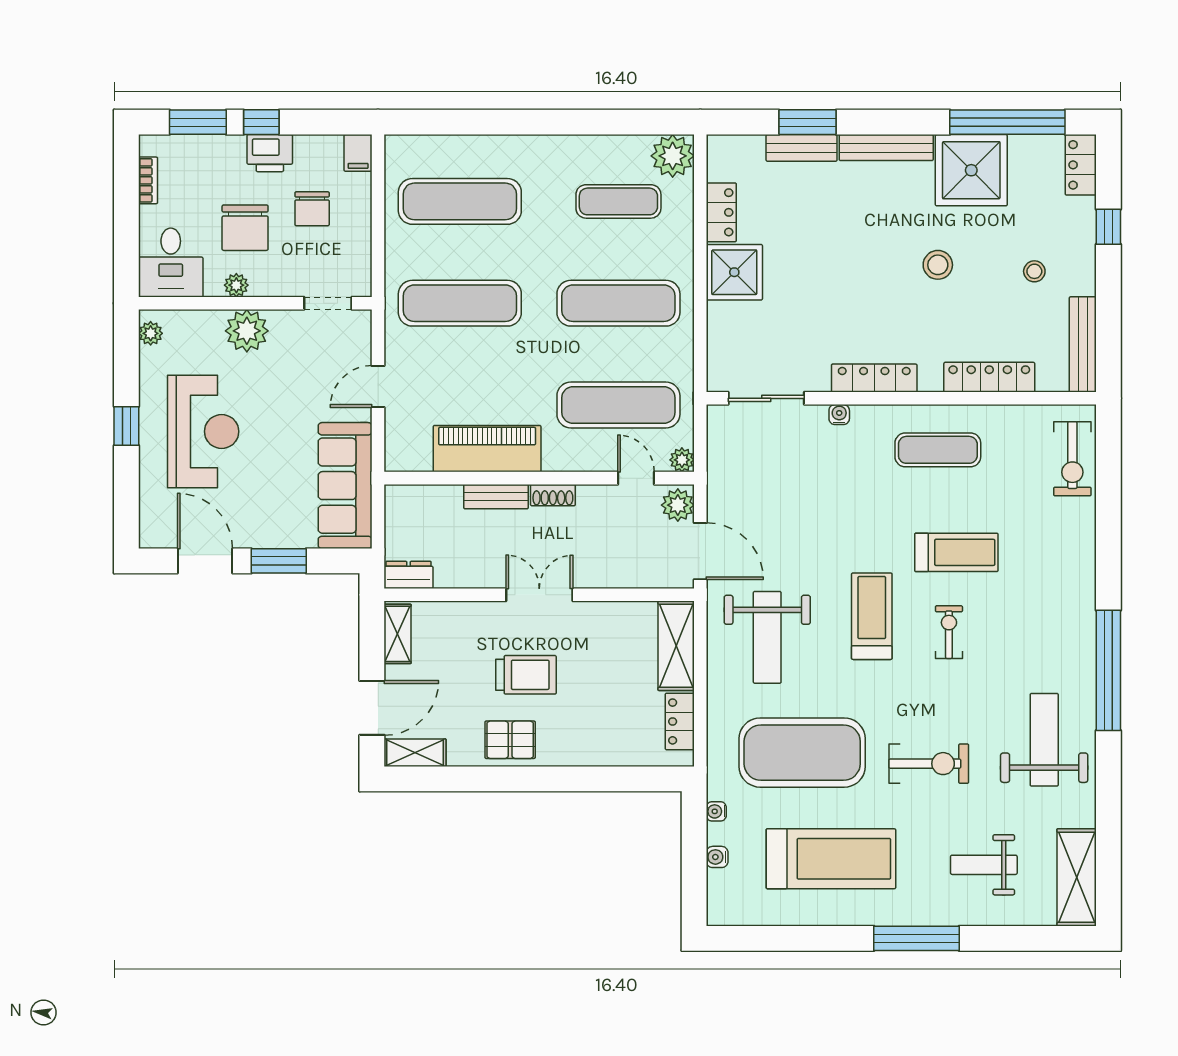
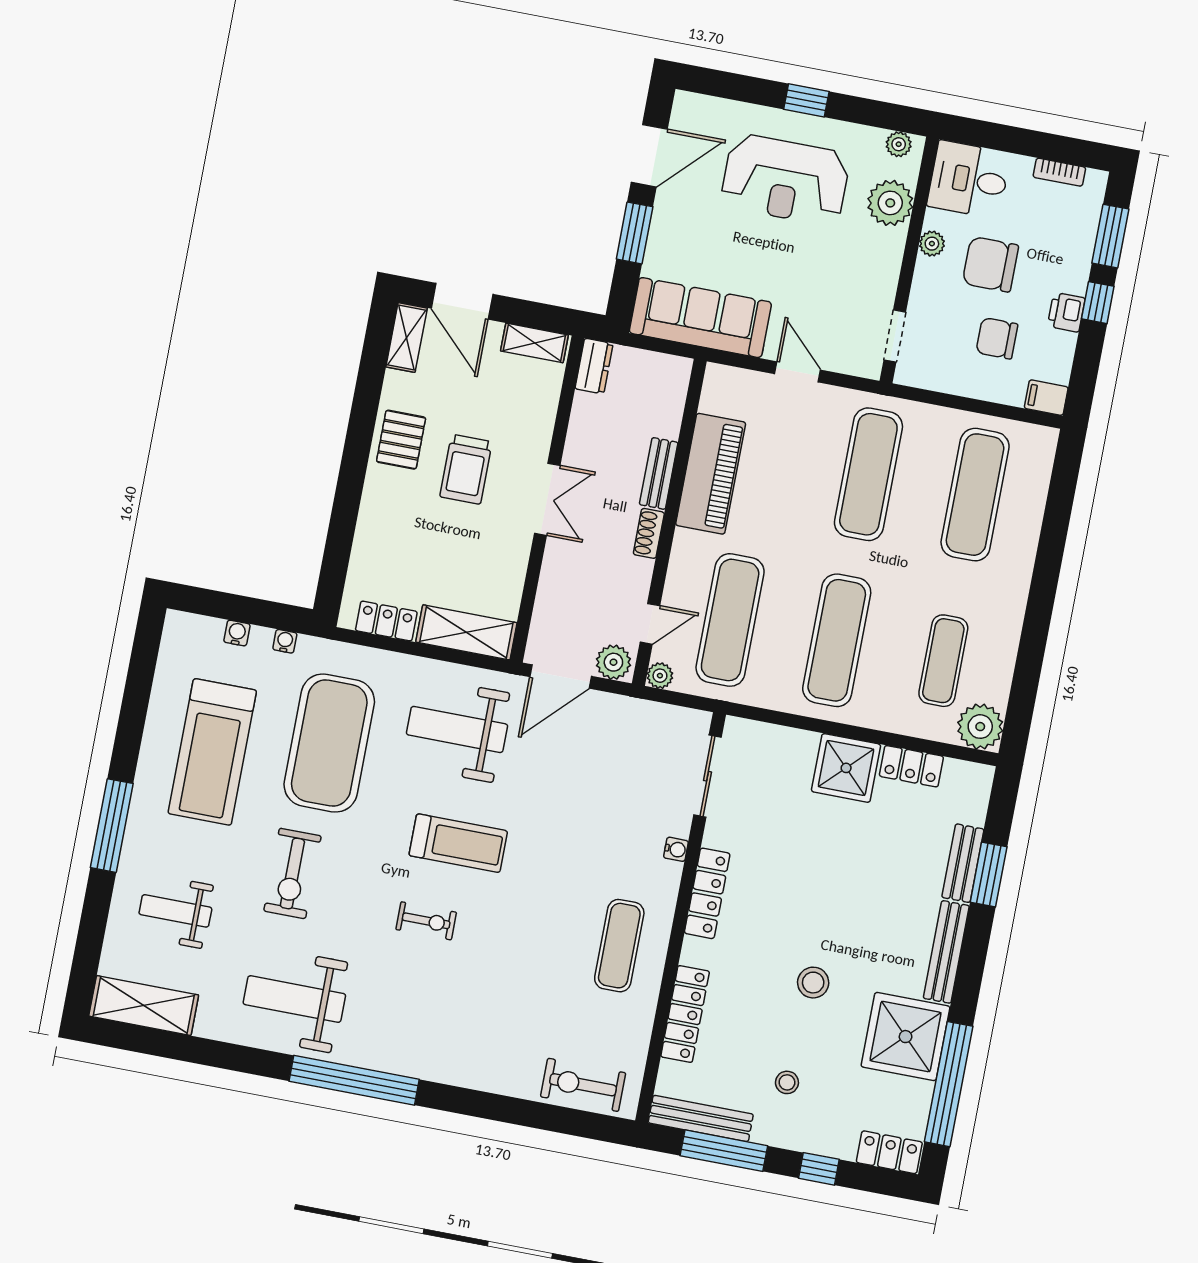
printer: (270, 153) -> (1066, 312), width x0.73, depth x0.81
window: (1108, 318) -> (724, 1151), added
plant: (247, 331) -> (890, 203), moved
treadmill: (956, 552) -> (508, 945), removed
weight bench: (1044, 740) -> (294, 999), turned 180
weight bench: (984, 865) -> (175, 911), turned -90

